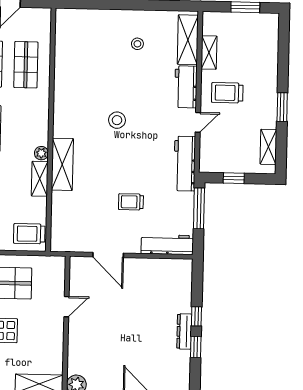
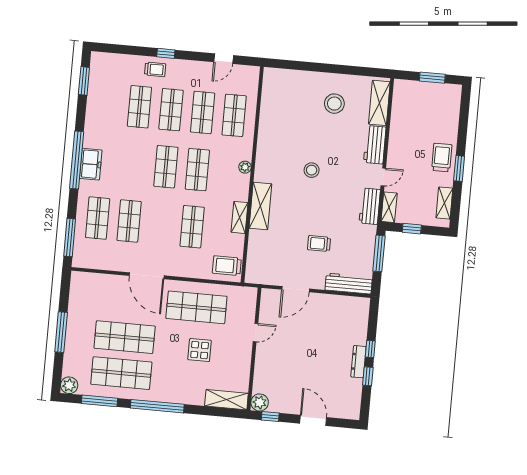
stool: (137, 44) -> (334, 104), width x1.89, depth x1.89
shelving: (209, 53) -> (389, 207), moved
trolley: (227, 93) -> (442, 158), moved, turned 90
plant: (41, 153) -> (245, 167), moved
workbench: (185, 164) -> (370, 206), width x0.73
door: (108, 255) -> (296, 289), hinge flipped

